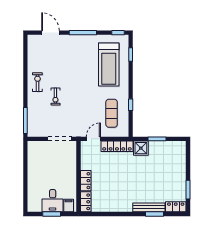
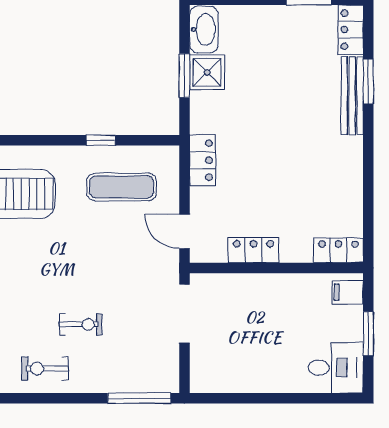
locker: (117, 146) -> (202, 160), width x0.66
washbasin: (176, 147) -> (204, 30), added
shower: (141, 148) -> (207, 72), moved
locker: (86, 181) -> (253, 250), moved
desk: (53, 201) -> (336, 368), moved

